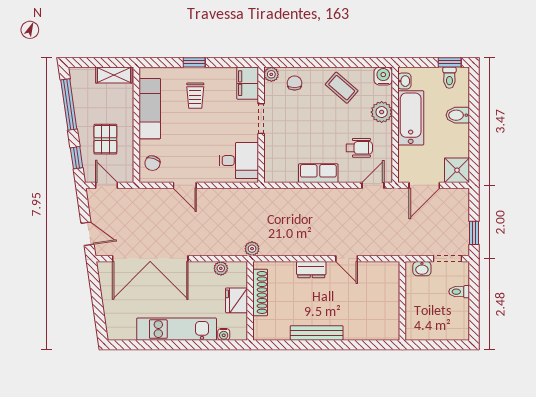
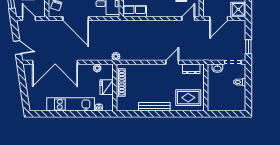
row of seats: (318, 173) -> (135, 11), moved
door: (185, 185) -> (76, 18), width x1.88
door: (347, 259) -> (172, 62), swing flipped
dresser: (311, 270) -> (191, 69), moved
rug: (373, 318) -> (188, 98), added

